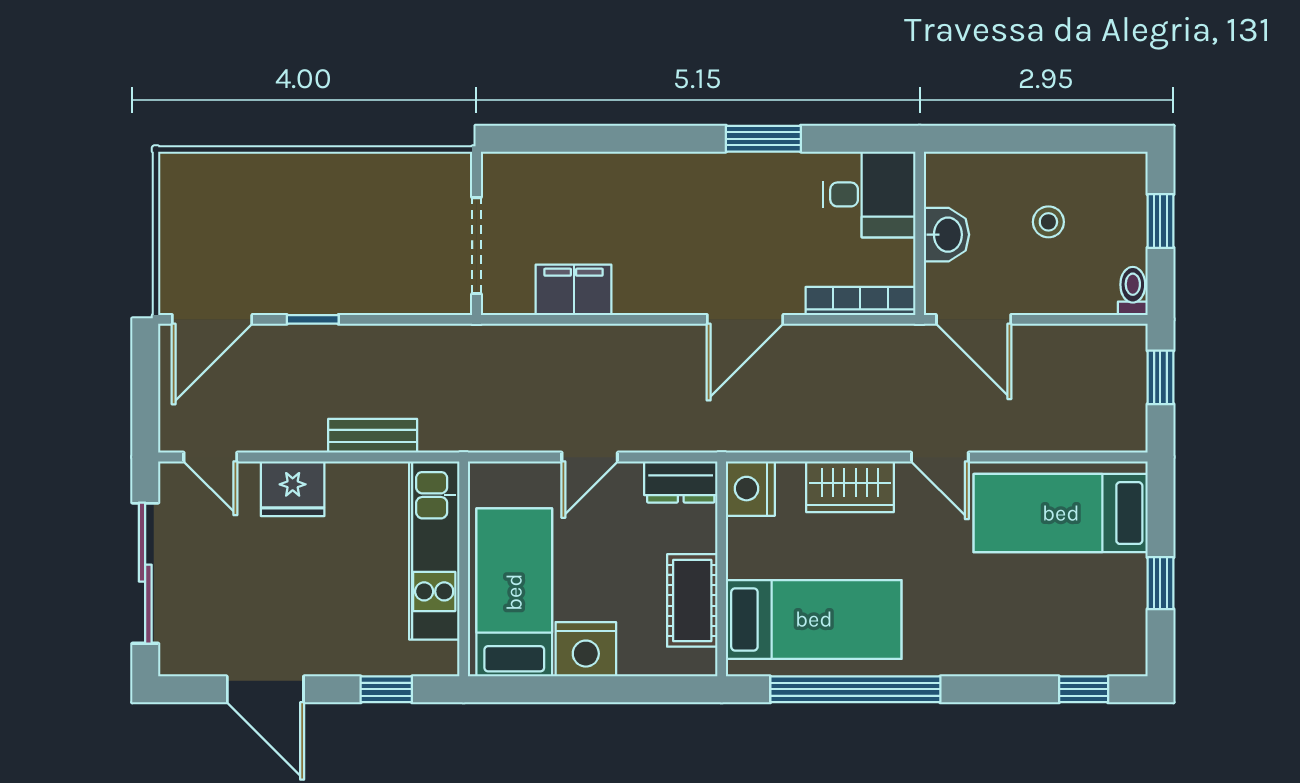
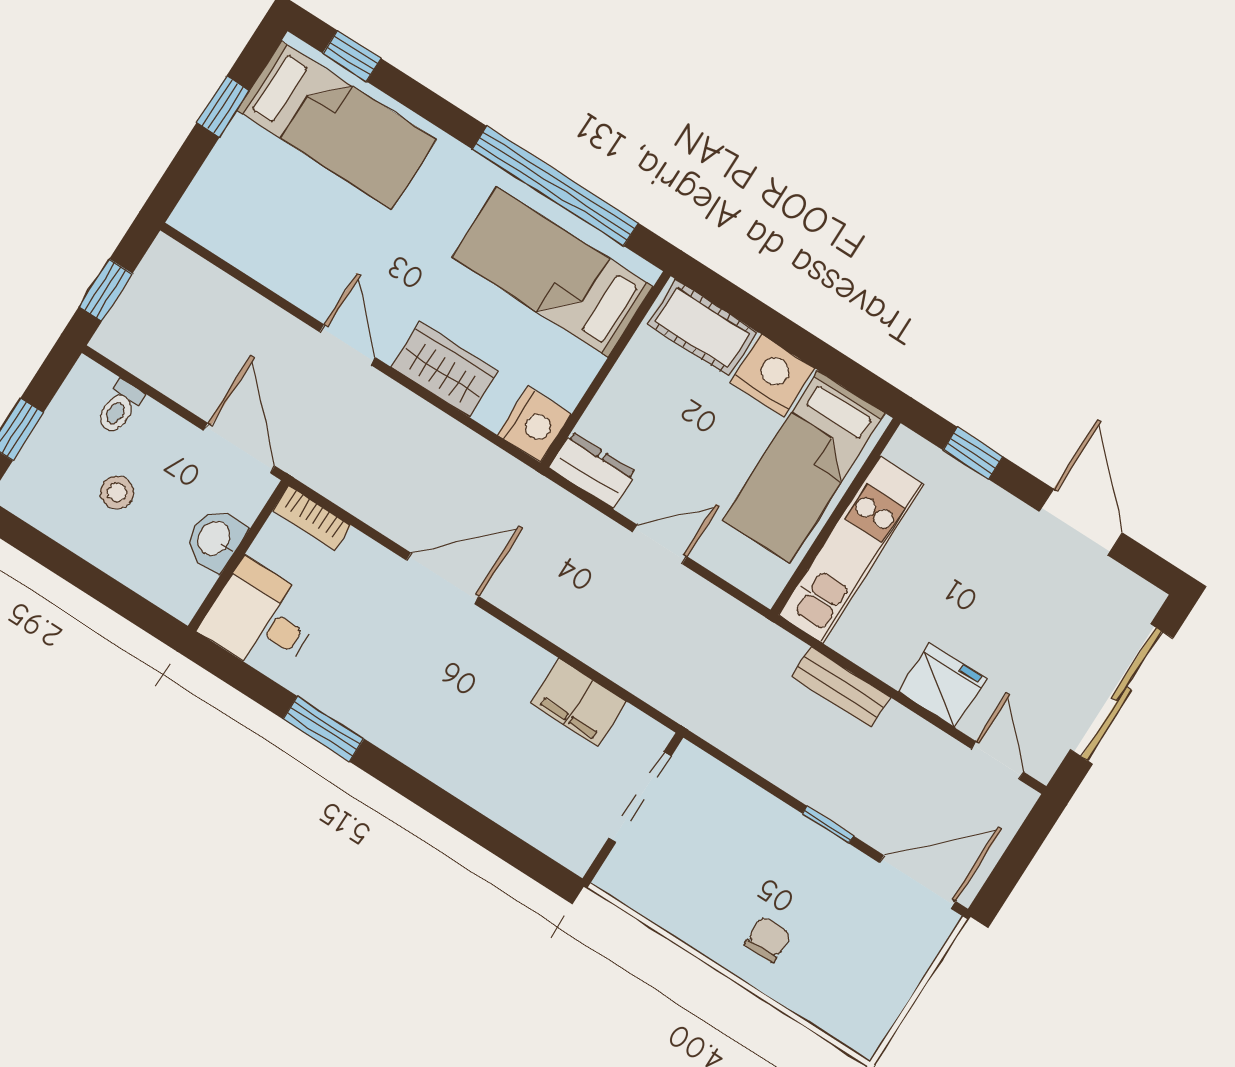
chair: (302, 197) -> (768, 939), added
toilet: (1133, 291) -> (119, 407), moved
bookcase: (860, 301) -> (312, 518), width x0.64
bed: (1061, 513) -> (337, 125), moved
cot: (692, 600) -> (702, 328), moved, turned 90

